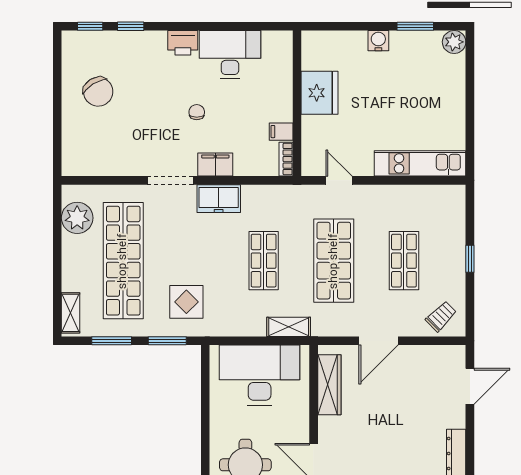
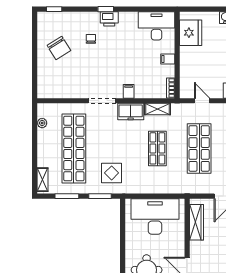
window: (131, 26) -> (106, 9), moved
desk: (230, 54) -> (157, 26), moved
fridge: (319, 93) -> (191, 33), moved
chair: (197, 112) -> (91, 39), moved
filing cabinet: (281, 132) -> (168, 59), moved
filing cabinet: (215, 165) -> (129, 91), width x0.50
plant: (77, 218) -> (42, 123), width x0.53, depth x0.53
shelving: (289, 327) -> (158, 109), moved

